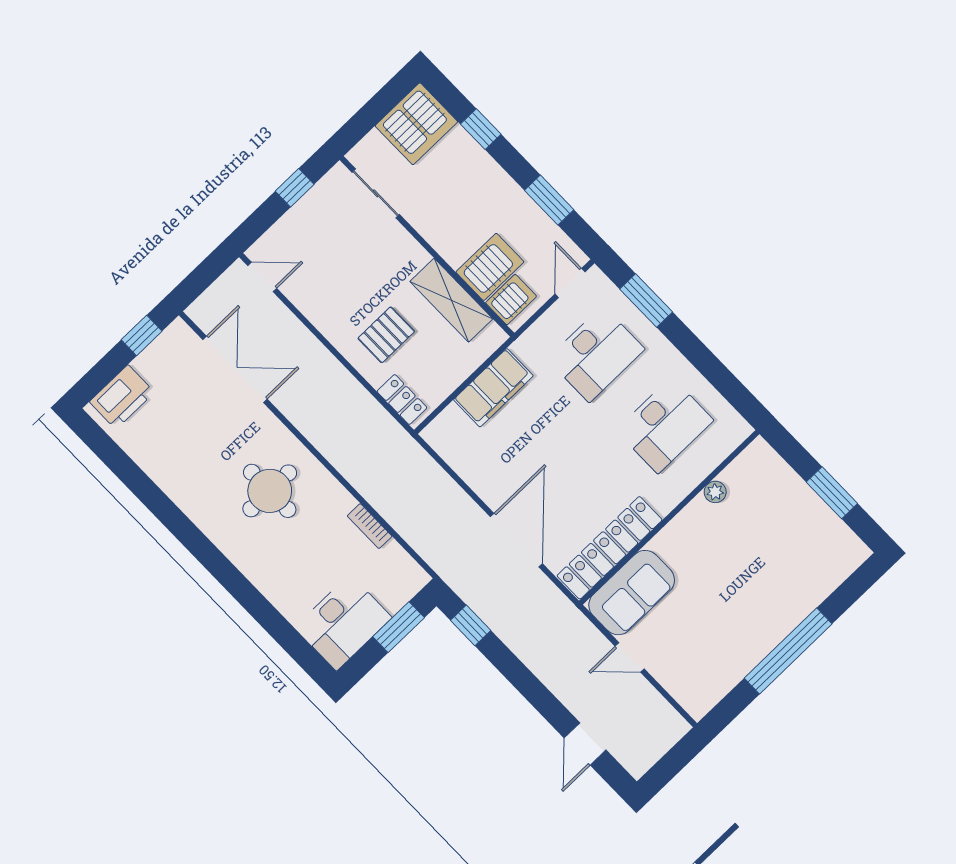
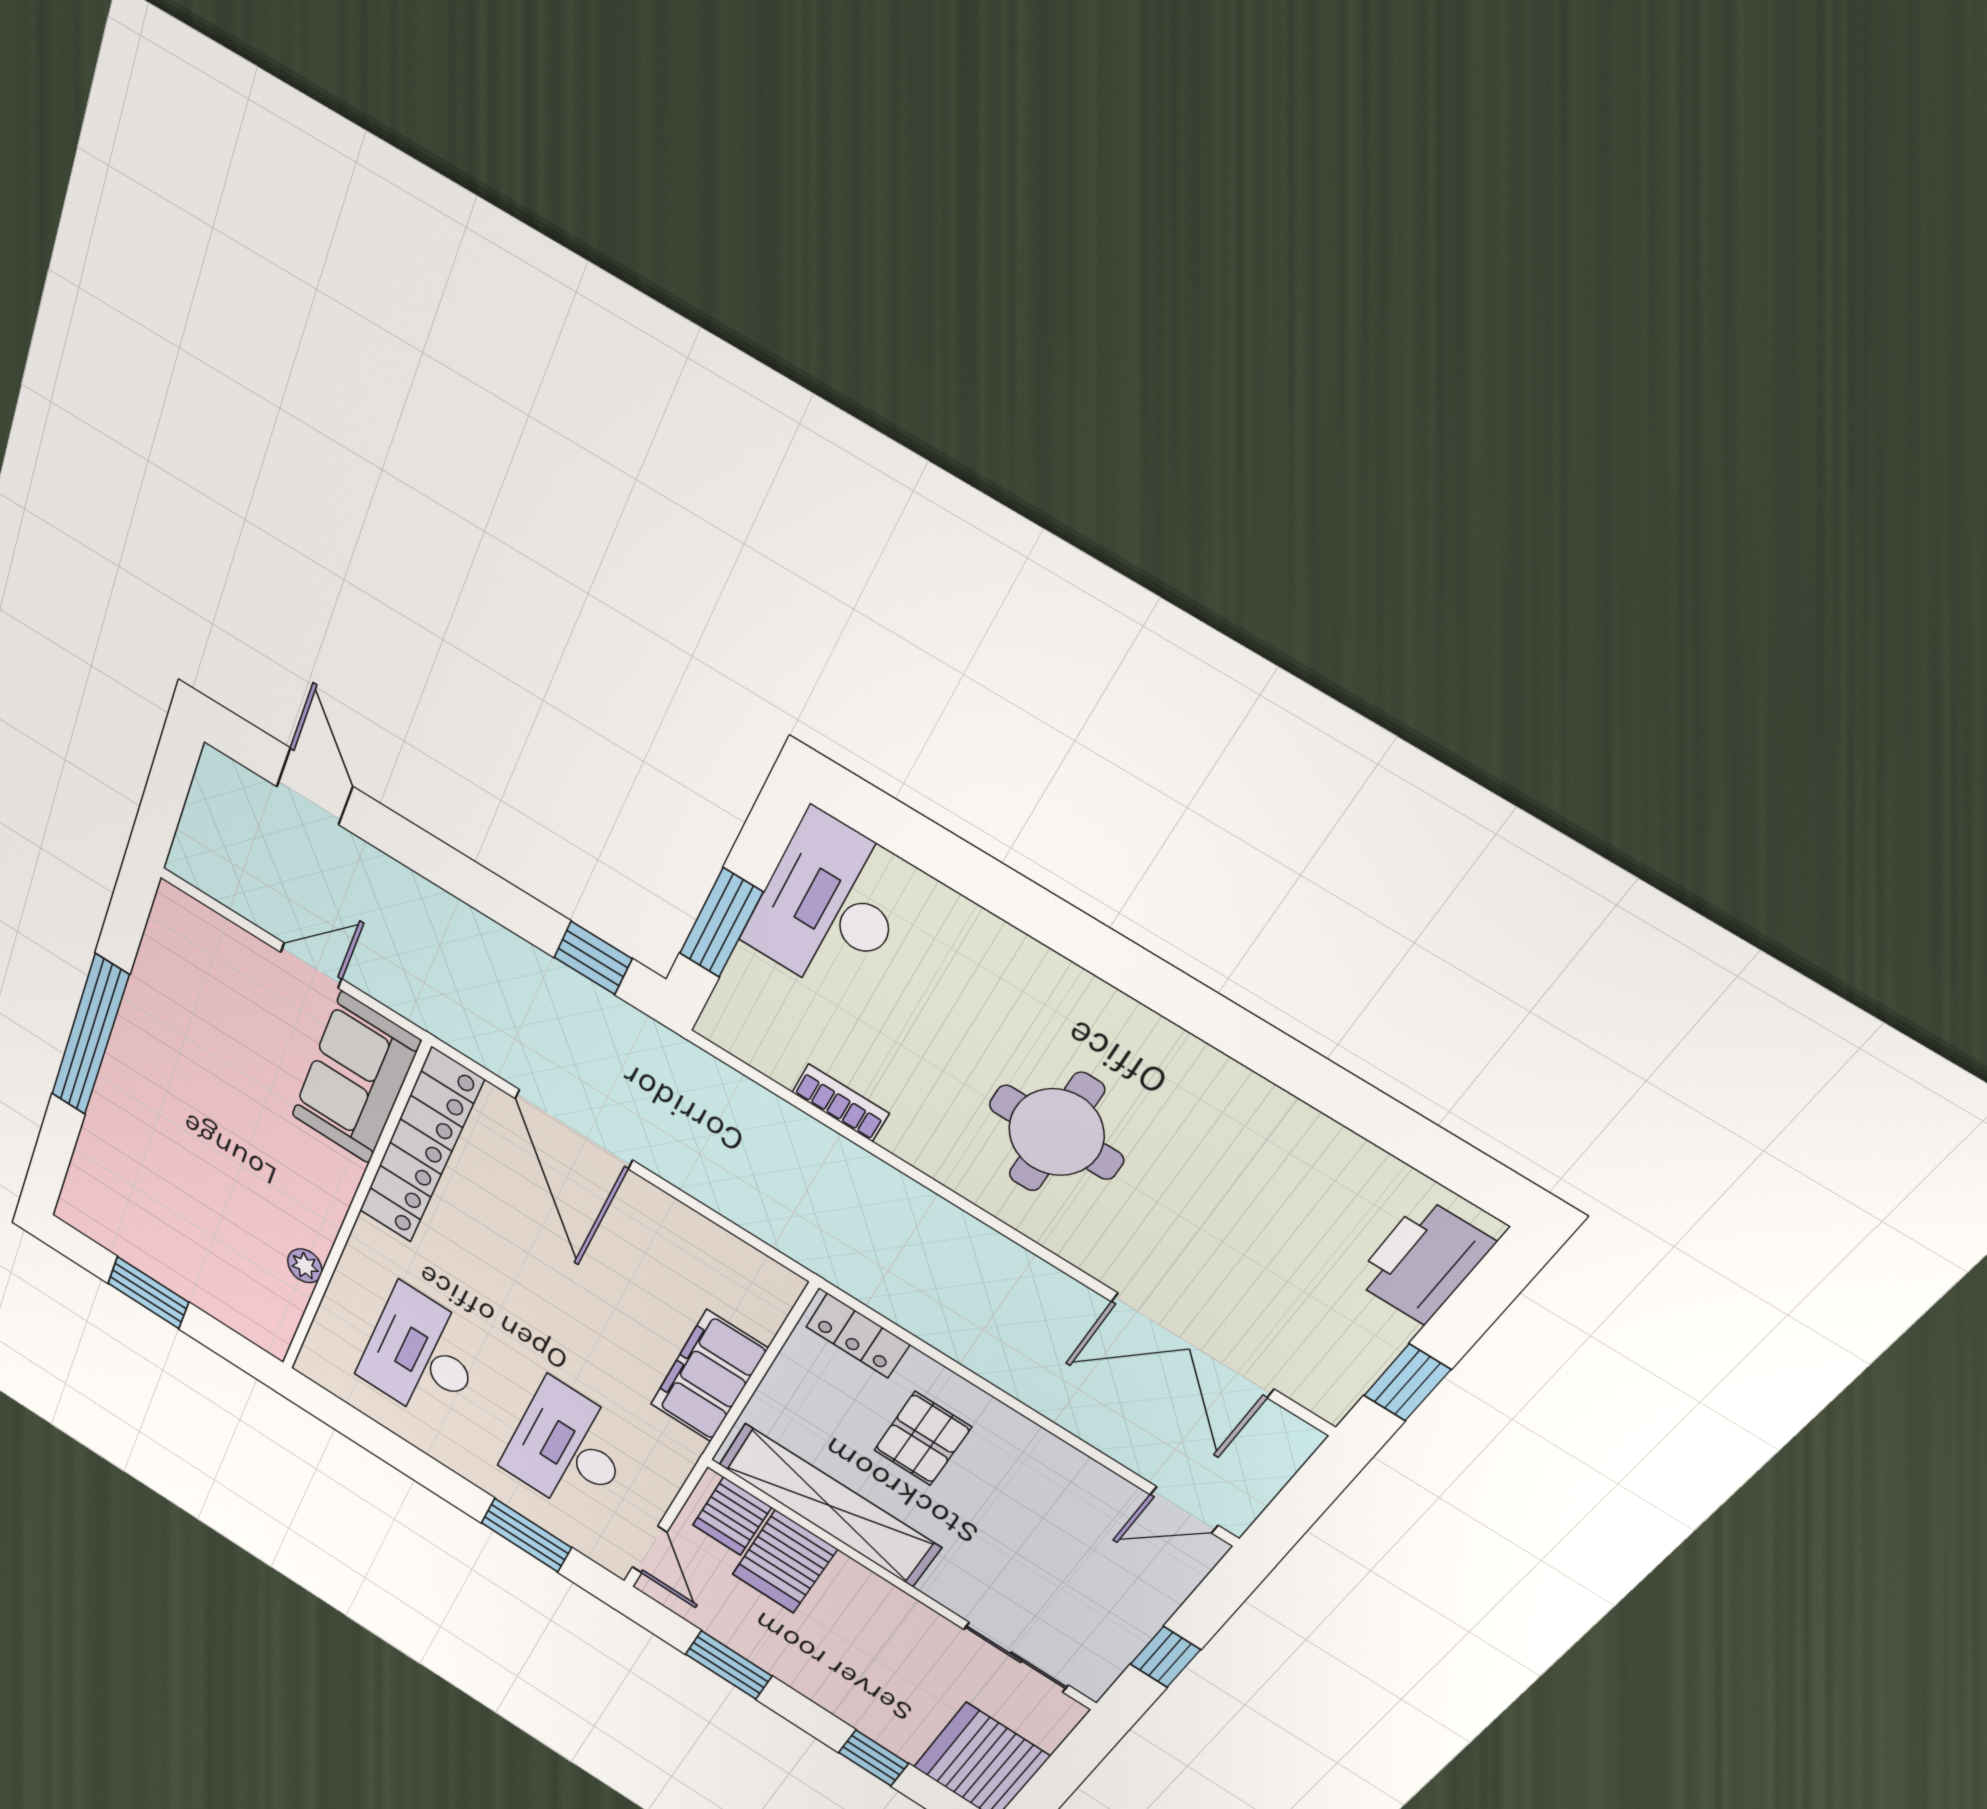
shelving: (451, 300) -> (829, 1506), width x1.47

